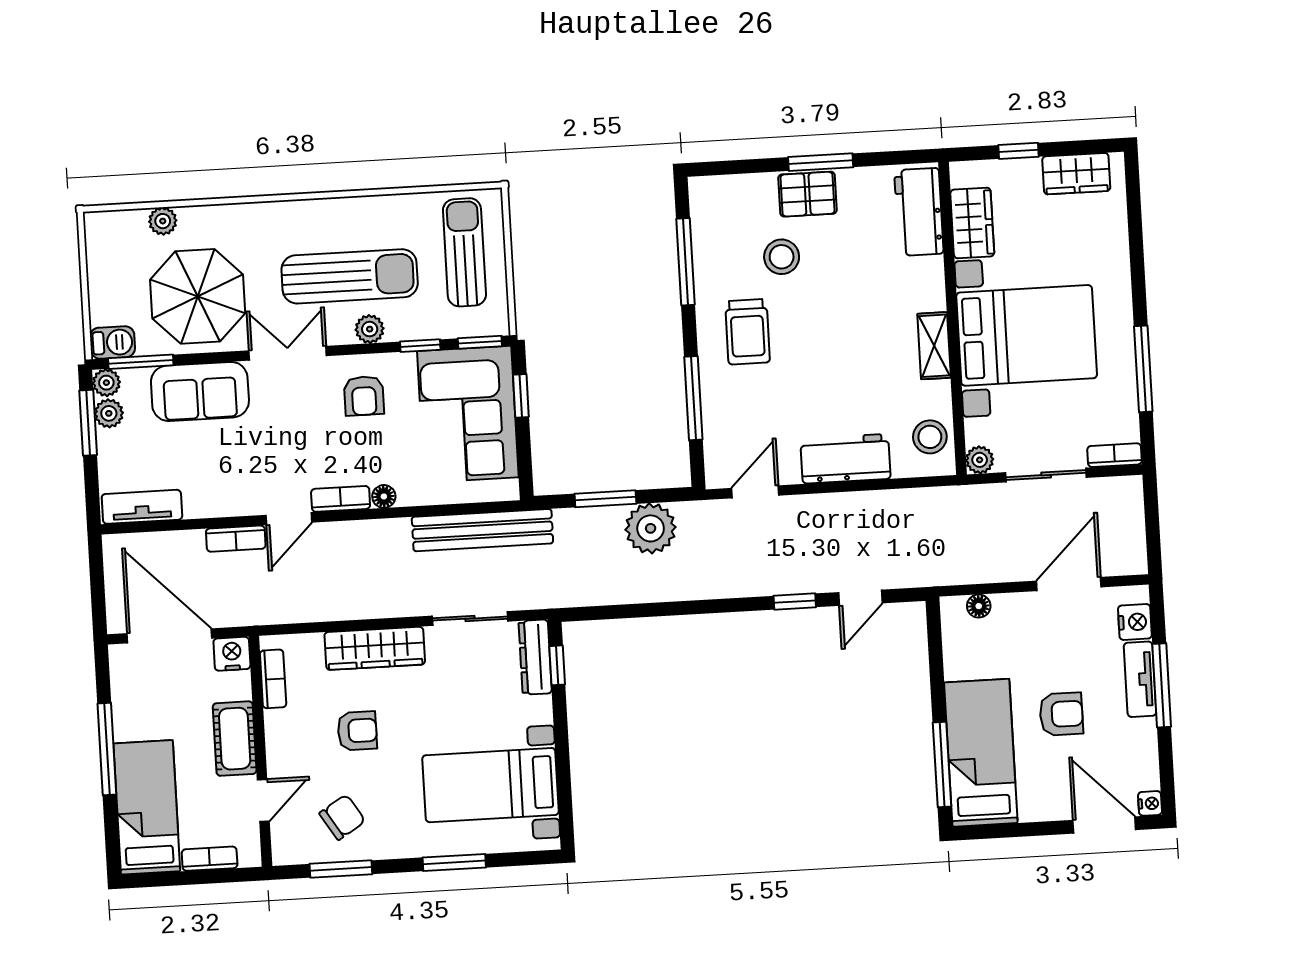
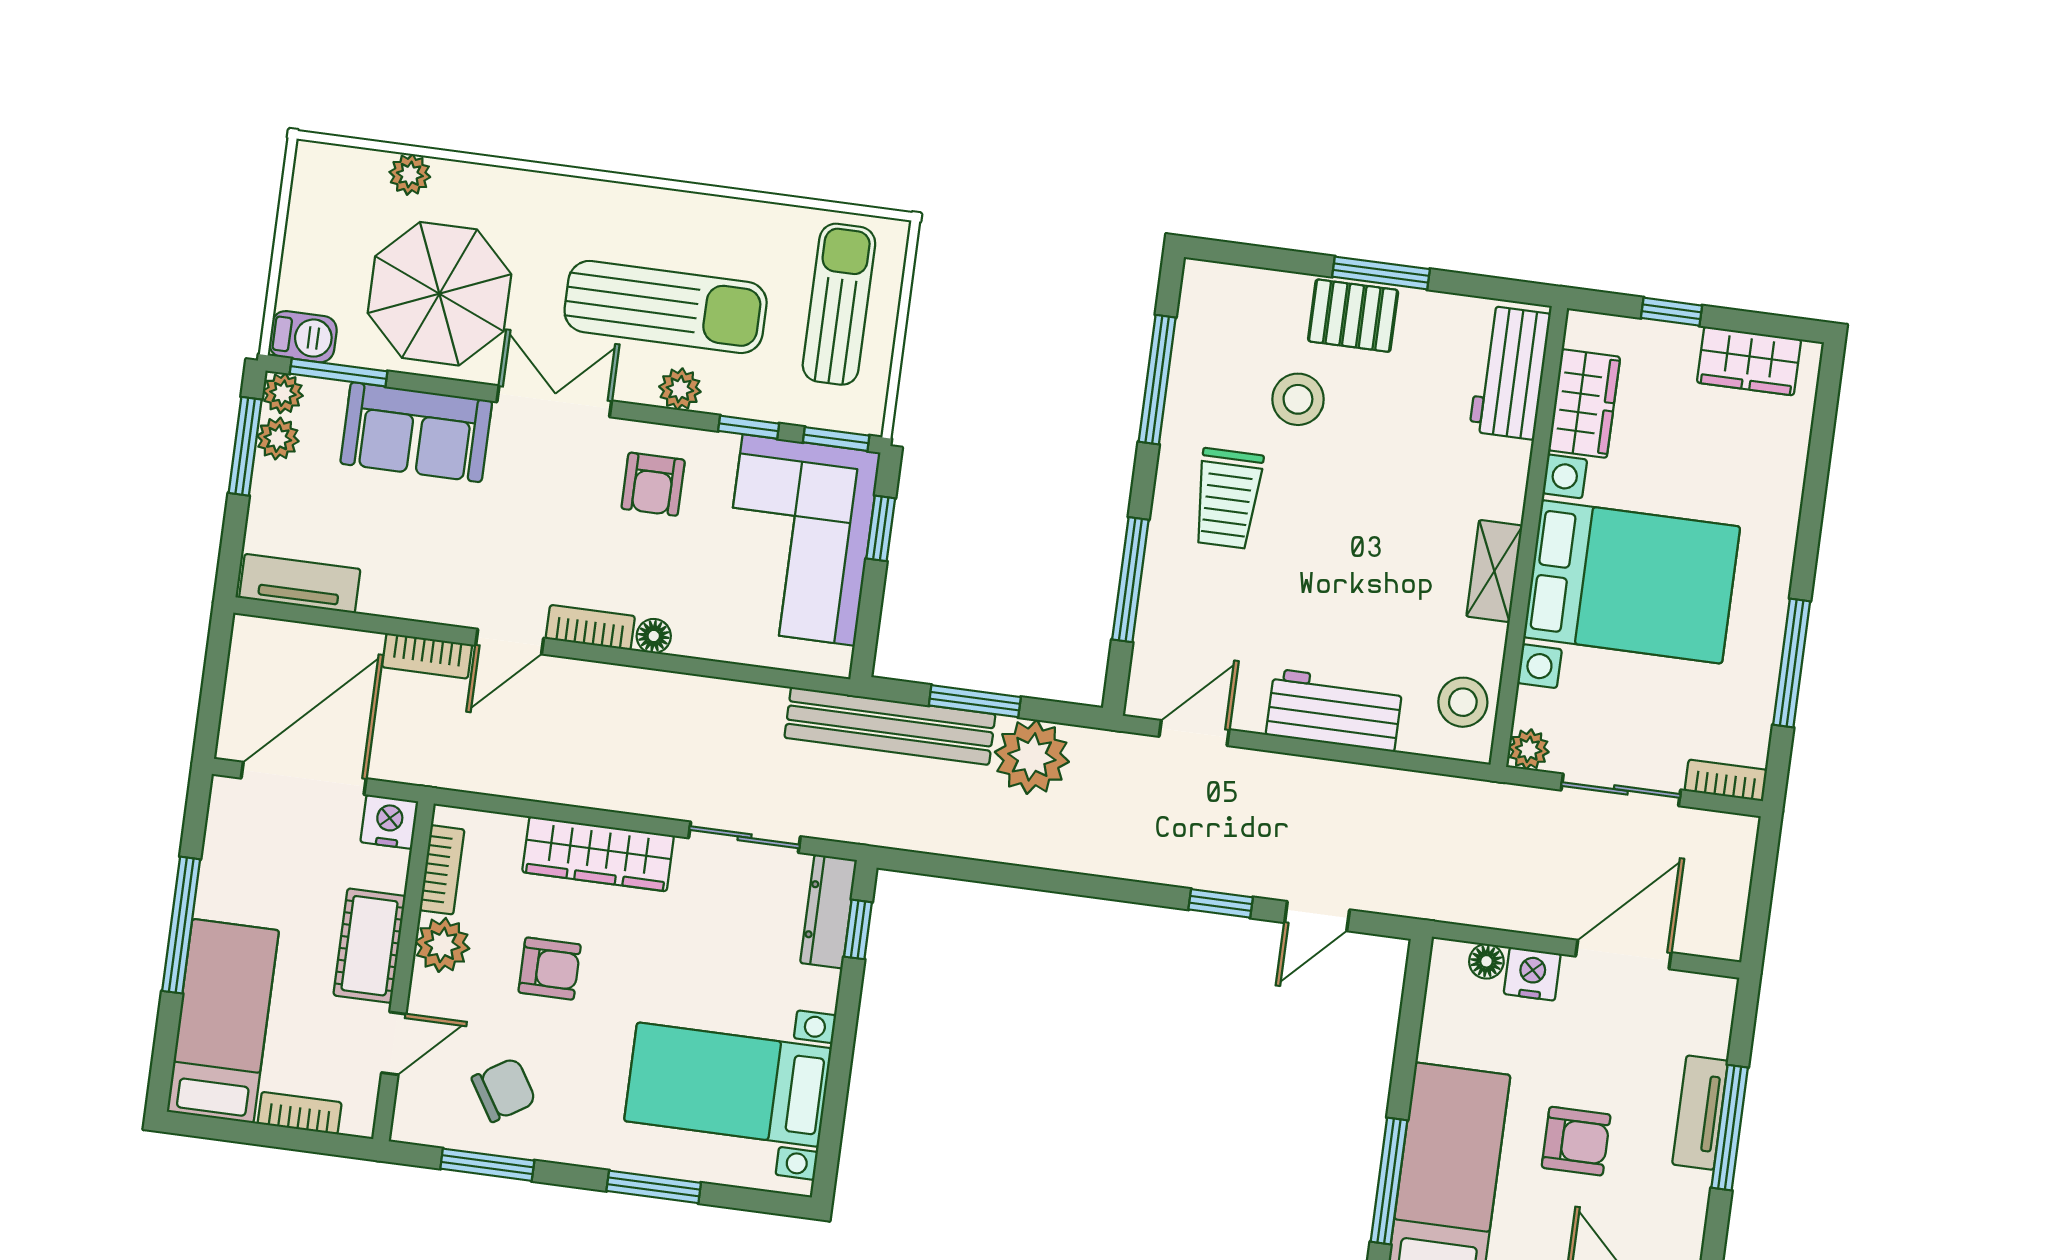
bench: (482, 530) -> (890, 726), moved
nightstand: (1135, 622) -> (1532, 974), moved, turned -90
door: (169, 636) -> (304, 778), hinge flipped
plant: (283, 729) -> (442, 945), added

